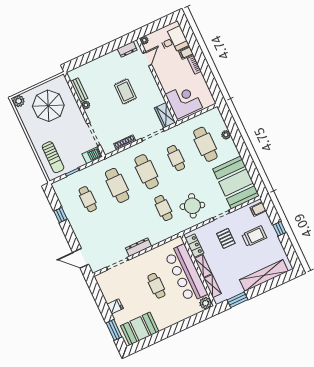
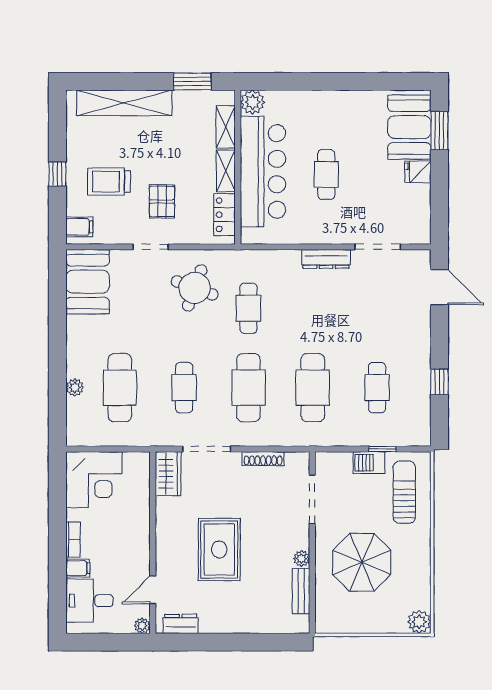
rug: (125, 92) -> (219, 550), width x1.36, depth x1.43
corner desk: (184, 101) -> (94, 480), moved, turned -90
parasol: (48, 106) -> (362, 562), moved
barbecue: (92, 156) -> (369, 463), moved
booth: (236, 182) -> (88, 282), width x0.73, depth x0.70
booth: (140, 329) -> (409, 127), moved, turned 90

